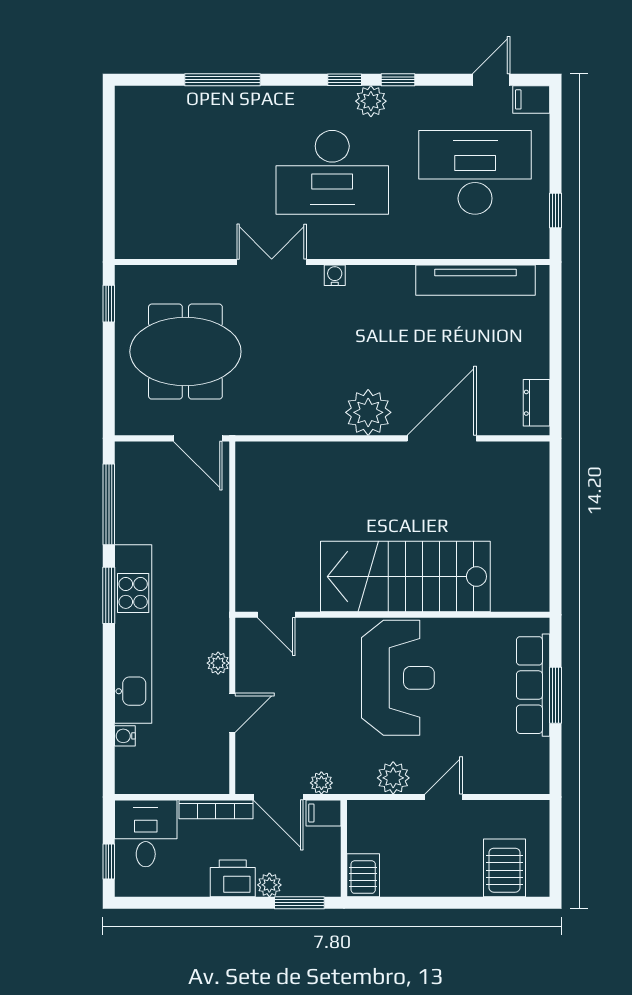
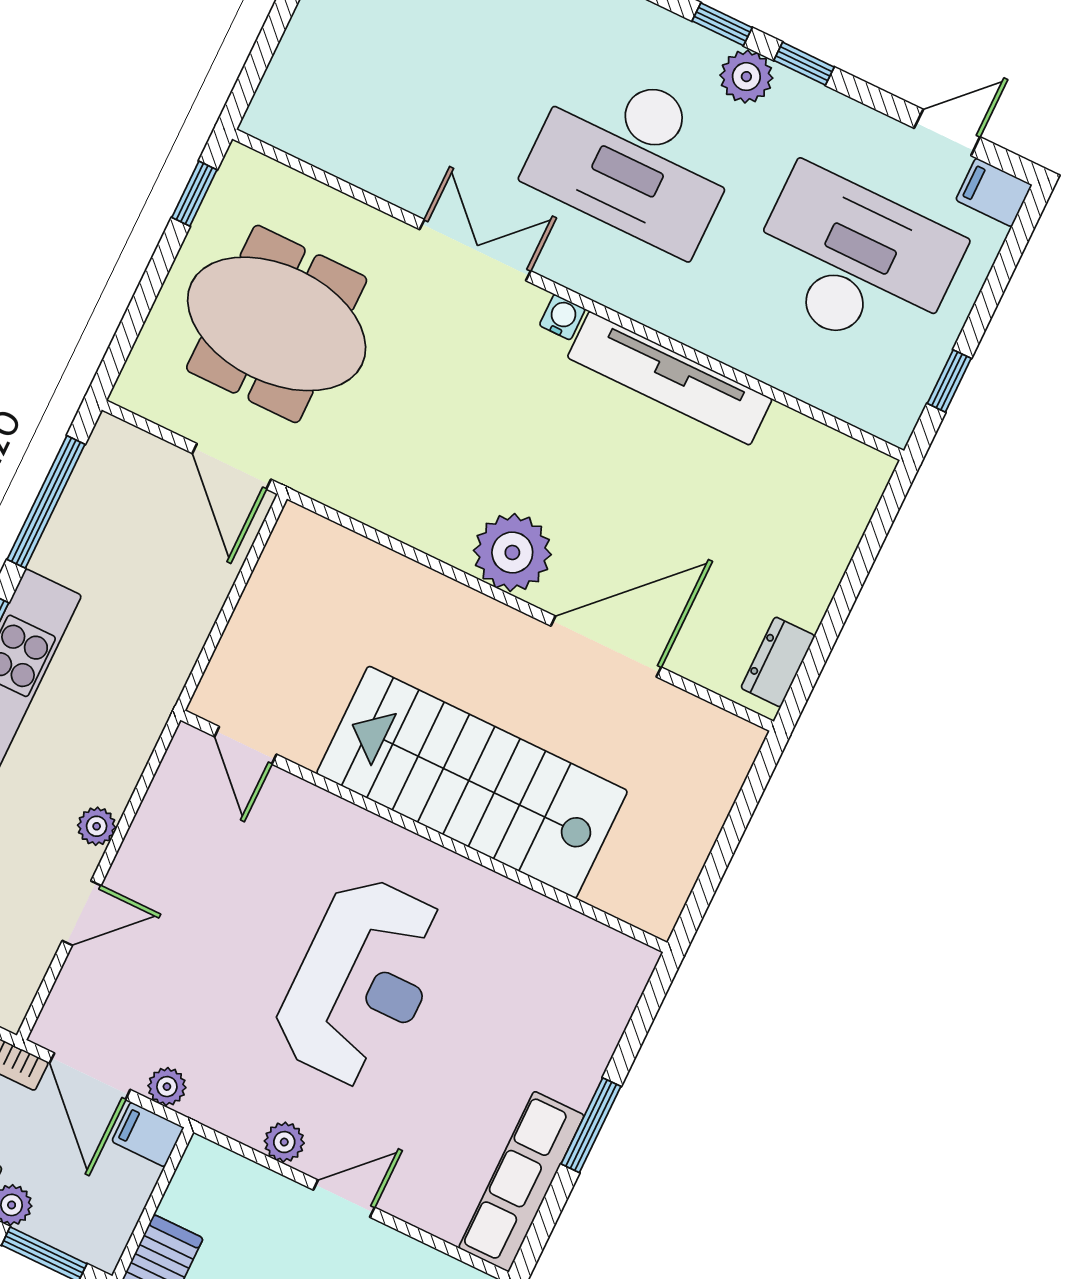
tv unit: (475, 280) -> (670, 378), moved
stairs: (405, 577) -> (472, 782), moved
door: (276, 615) -> (246, 745), moved
wall: (392, 615) -> (424, 831), moved
row of seats: (533, 685) -> (521, 1182), moved
plant: (393, 778) -> (284, 1142), width x0.73, depth x0.73

